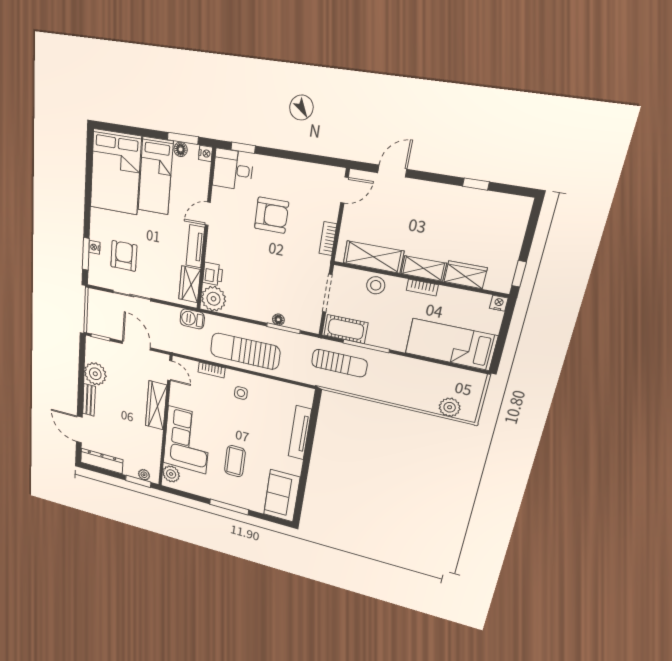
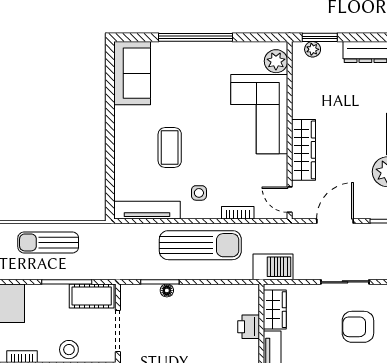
armchair: (124, 256) -> (358, 327), turned 90
plant: (213, 299) -> (245, 299), removed
barbecue: (192, 319) -> (273, 267), width x1.38, depth x1.27
door: (136, 346) -> (335, 221), swing flipped
sun lounger: (339, 363) -> (48, 242), moved
tv unit: (300, 433) -> (147, 210), moved, turned -90
coffee table: (235, 461) -> (170, 147), moved
window: (229, 507) -> (195, 37), width x1.46

